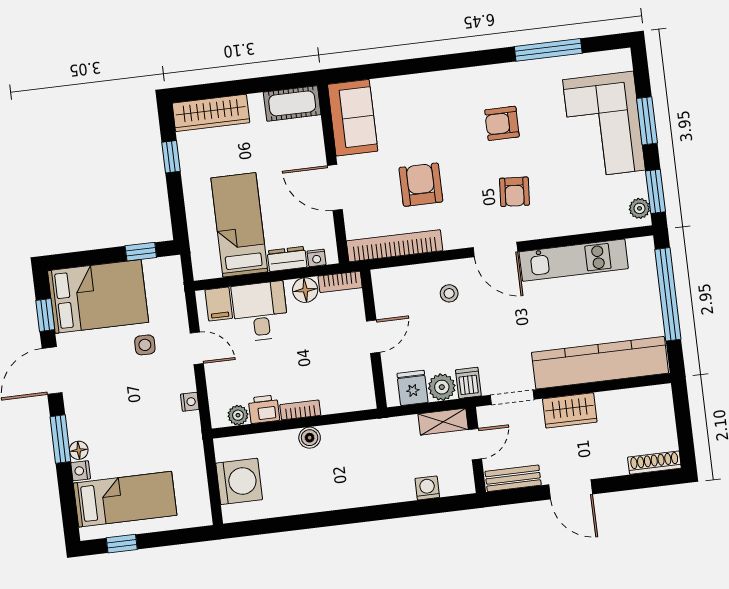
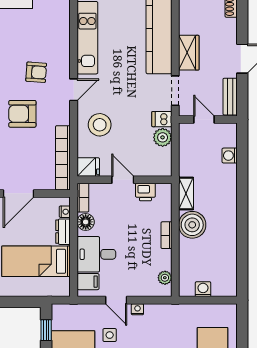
armchair: (421, 185) -> (22, 114), moved
door: (495, 249) -> (74, 90), width x0.73
stool: (449, 293) -> (100, 125), width x1.89, depth x1.89
door: (197, 348) -> (116, 300), swing flipped
fridge: (412, 388) -> (88, 167), moved, turned 180
nightstand: (190, 402) -> (137, 309), moved
printer: (264, 409) -> (145, 192), moved, turned -90
shelving: (443, 422) -> (186, 193), moved
boiler: (310, 438) -> (192, 225), width x1.86, depth x1.86
washing machine: (239, 481) -> (203, 289), width x0.53, depth x0.53

